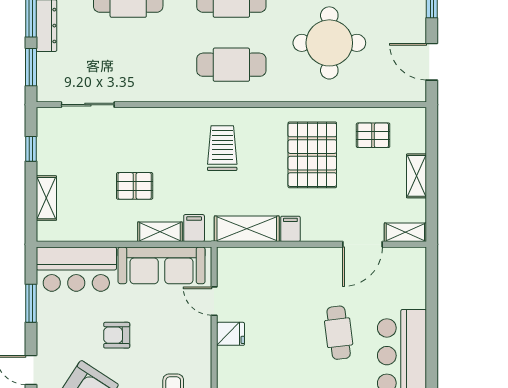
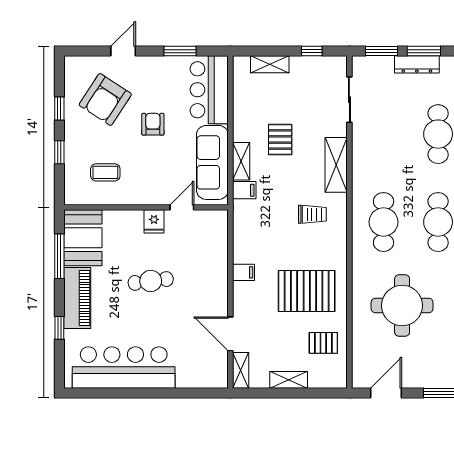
pallet: (373, 135) -> (323, 343), turned 90
trolley: (222, 148) -> (312, 214), width x0.73, depth x0.72
shelving: (247, 229) -> (336, 165), moved
cafe table: (339, 333) -> (151, 281), moved

